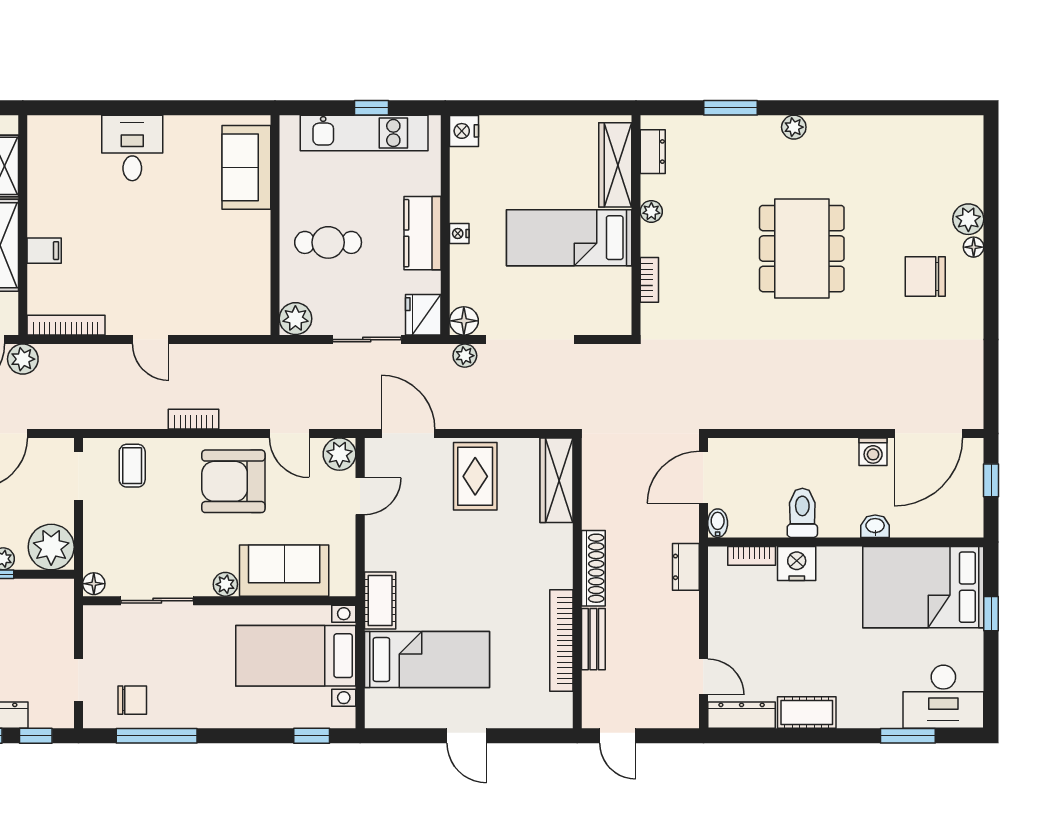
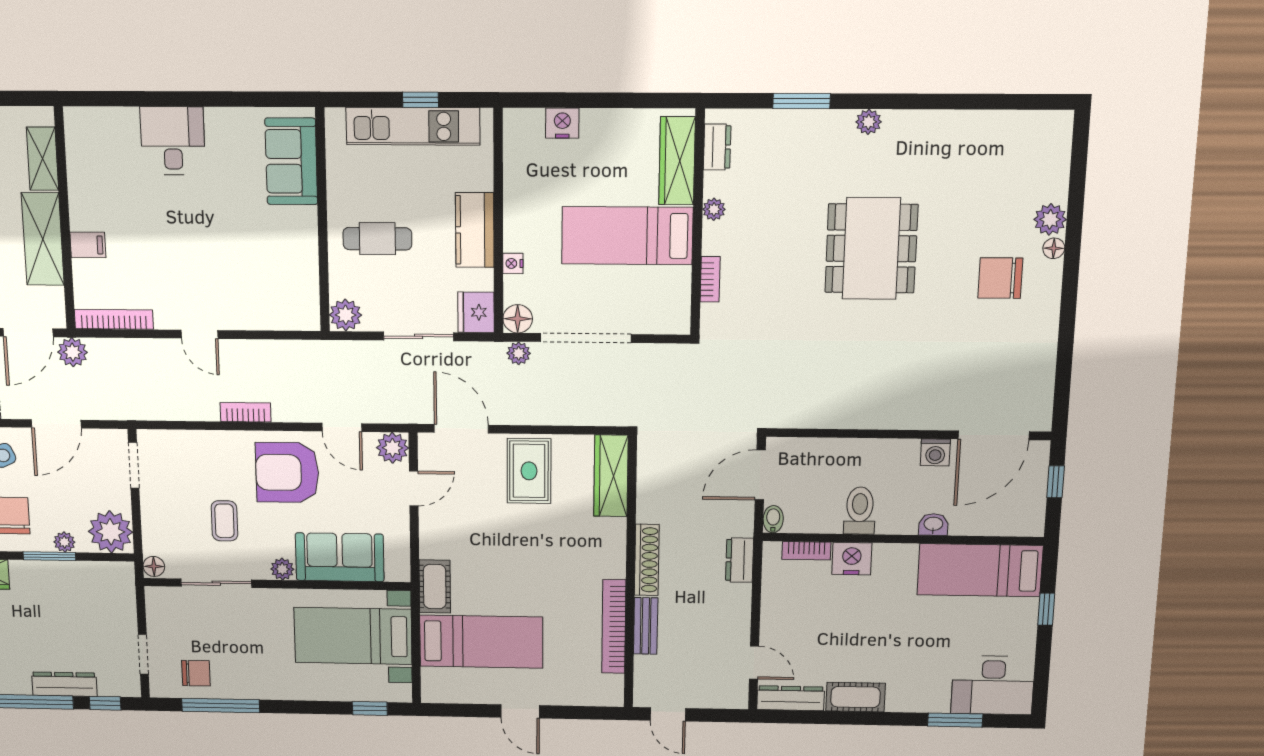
nightstand: (464, 131) -> (562, 123), moved, turned 90
nightstand: (459, 234) -> (513, 263), moved
coffee table: (132, 466) -> (224, 521), moved
bed: (923, 587) -> (980, 570), width x0.67

